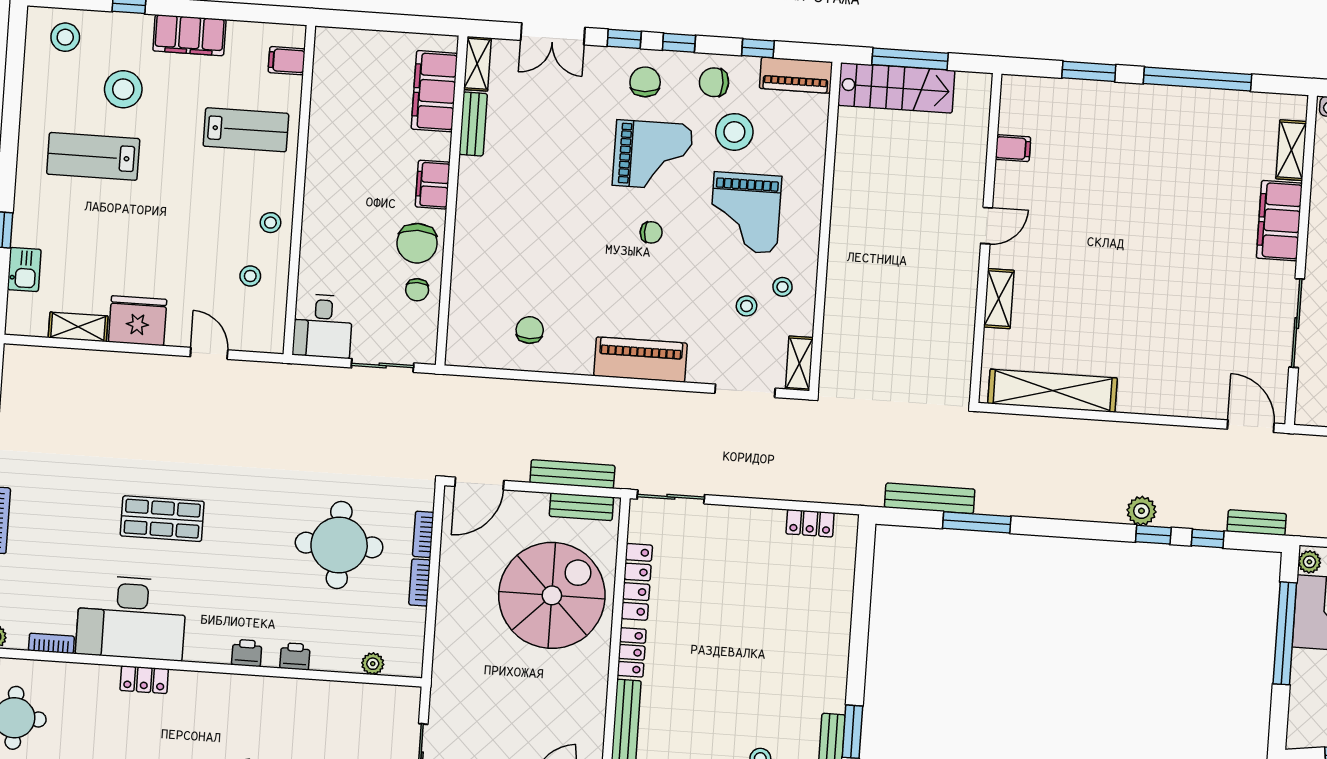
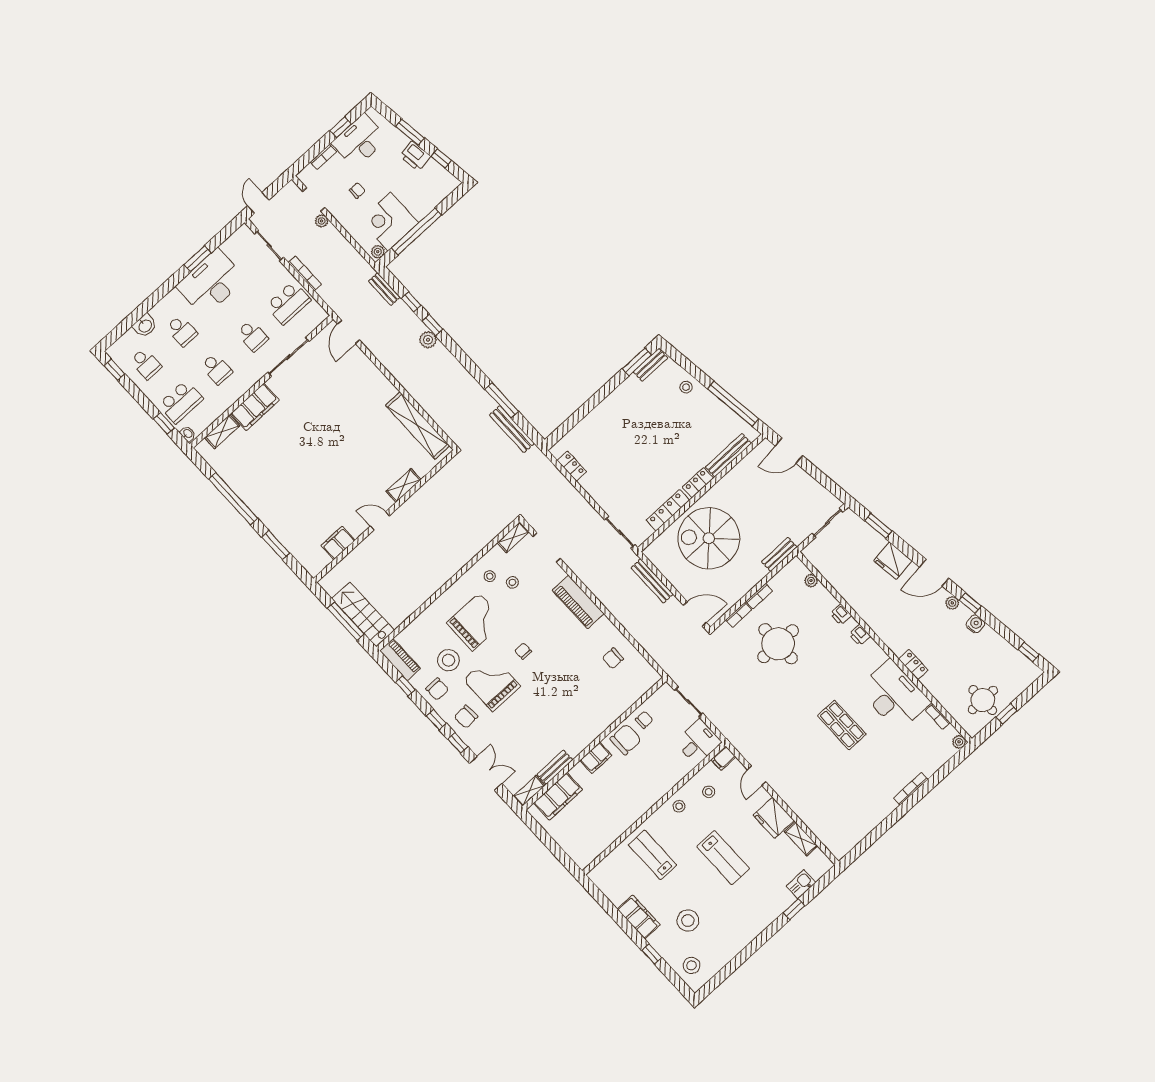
filing cabinet: (287, 61) -> (723, 758), moved, turned 90
filing cabinet: (1013, 148) -> (338, 543), width x2.00
lab bench: (93, 156) -> (723, 858), moved
bench: (581, 507) -> (779, 554), moved, turned 90

